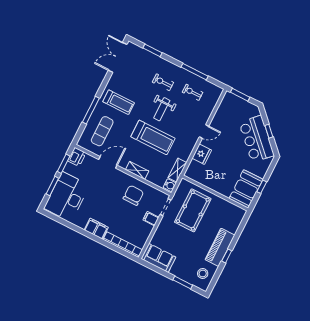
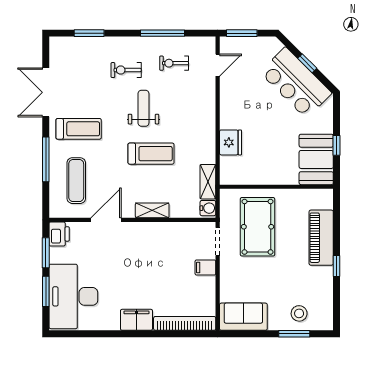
double door: (118, 57) -> (46, 92), moved
weight bench: (162, 109) -> (143, 108), turned 180
door: (204, 132) -> (218, 65), moved
treadmill: (153, 137) -> (151, 154), width x0.73, depth x0.73
chair: (133, 195) -> (165, 248), removed
piano: (220, 247) -> (321, 238), moved
stool: (203, 273) -> (299, 313), moved

